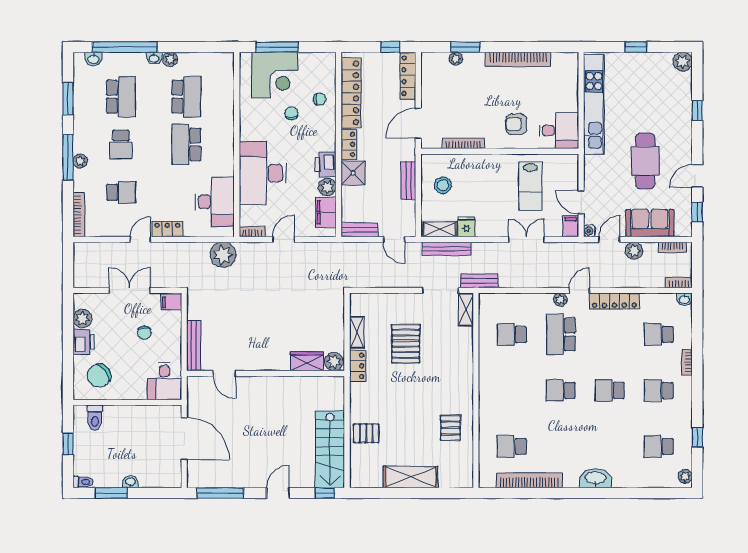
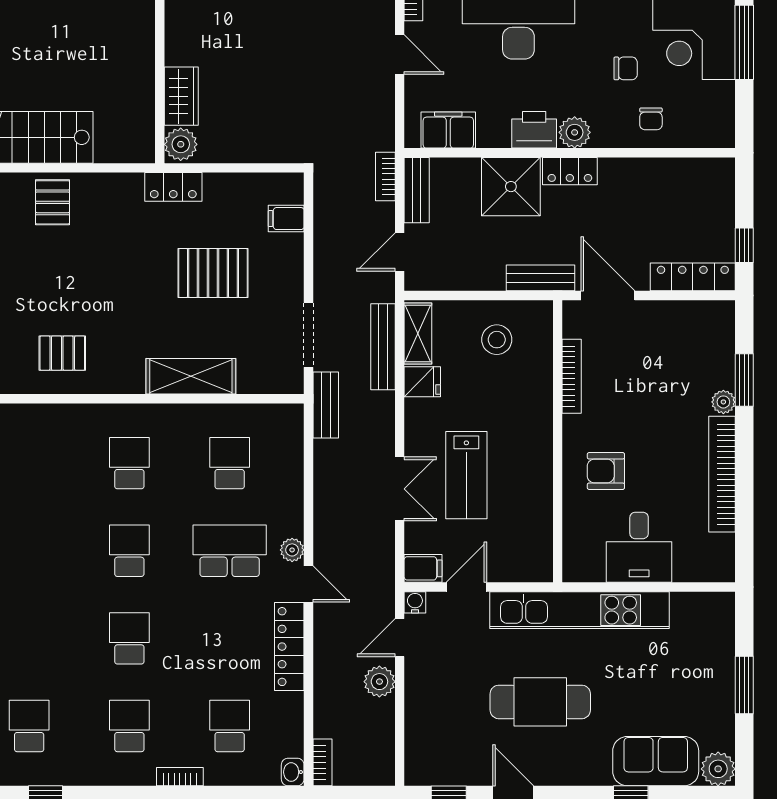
window: (636, 47) -> (744, 685), width x1.50
plant: (456, 59) -> (723, 402), moved
locker: (351, 93) -> (662, 175), removed
kitchen unit: (594, 104) -> (579, 610), moved
armchair: (516, 124) -> (606, 471), turned -90
desk: (559, 131) -> (639, 547), moved
shower: (353, 173) -> (511, 187), width x1.36, depth x1.36
bench: (408, 181) -> (540, 278), moved
lab bench: (530, 186) -> (466, 475), moved, turned -90
plant: (327, 187) -> (575, 132), moved
sofa: (650, 223) -> (656, 761), moved, turned -90
door: (609, 239) -> (400, 638), swing flipped
bookcase: (672, 247) -> (385, 176), moved
filing cabinet: (375, 303) -> (286, 219), added
shelving: (466, 310) -> (191, 376), moved, width x1.50, depth x1.33
shelving: (357, 332) -> (233, 186), removed
school desk: (512, 446) -> (129, 463), moved

